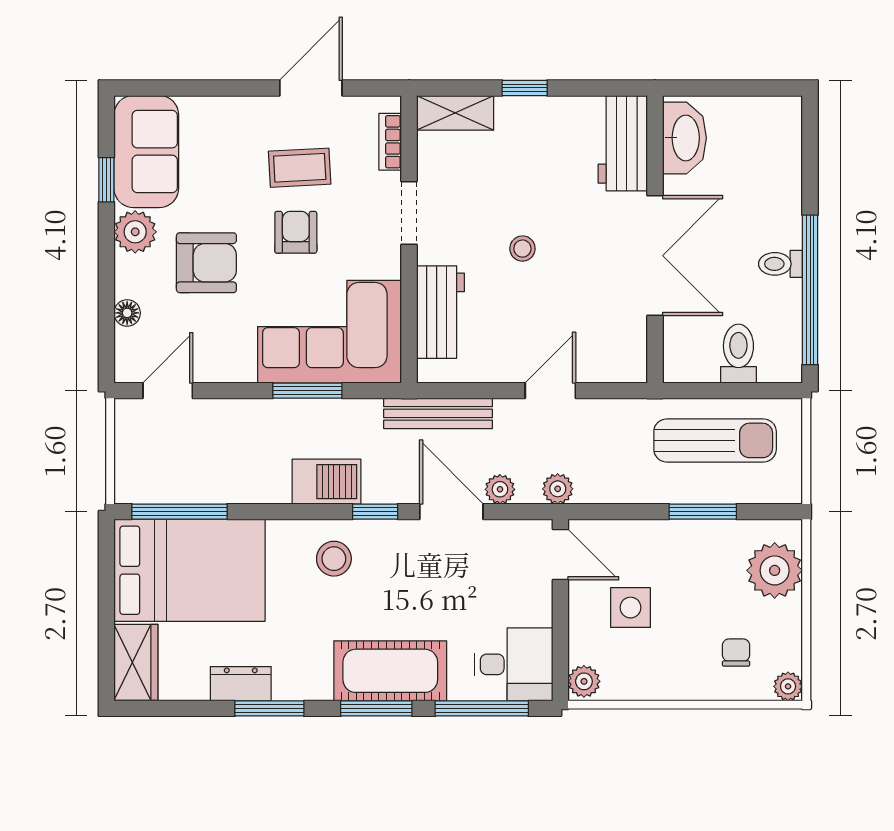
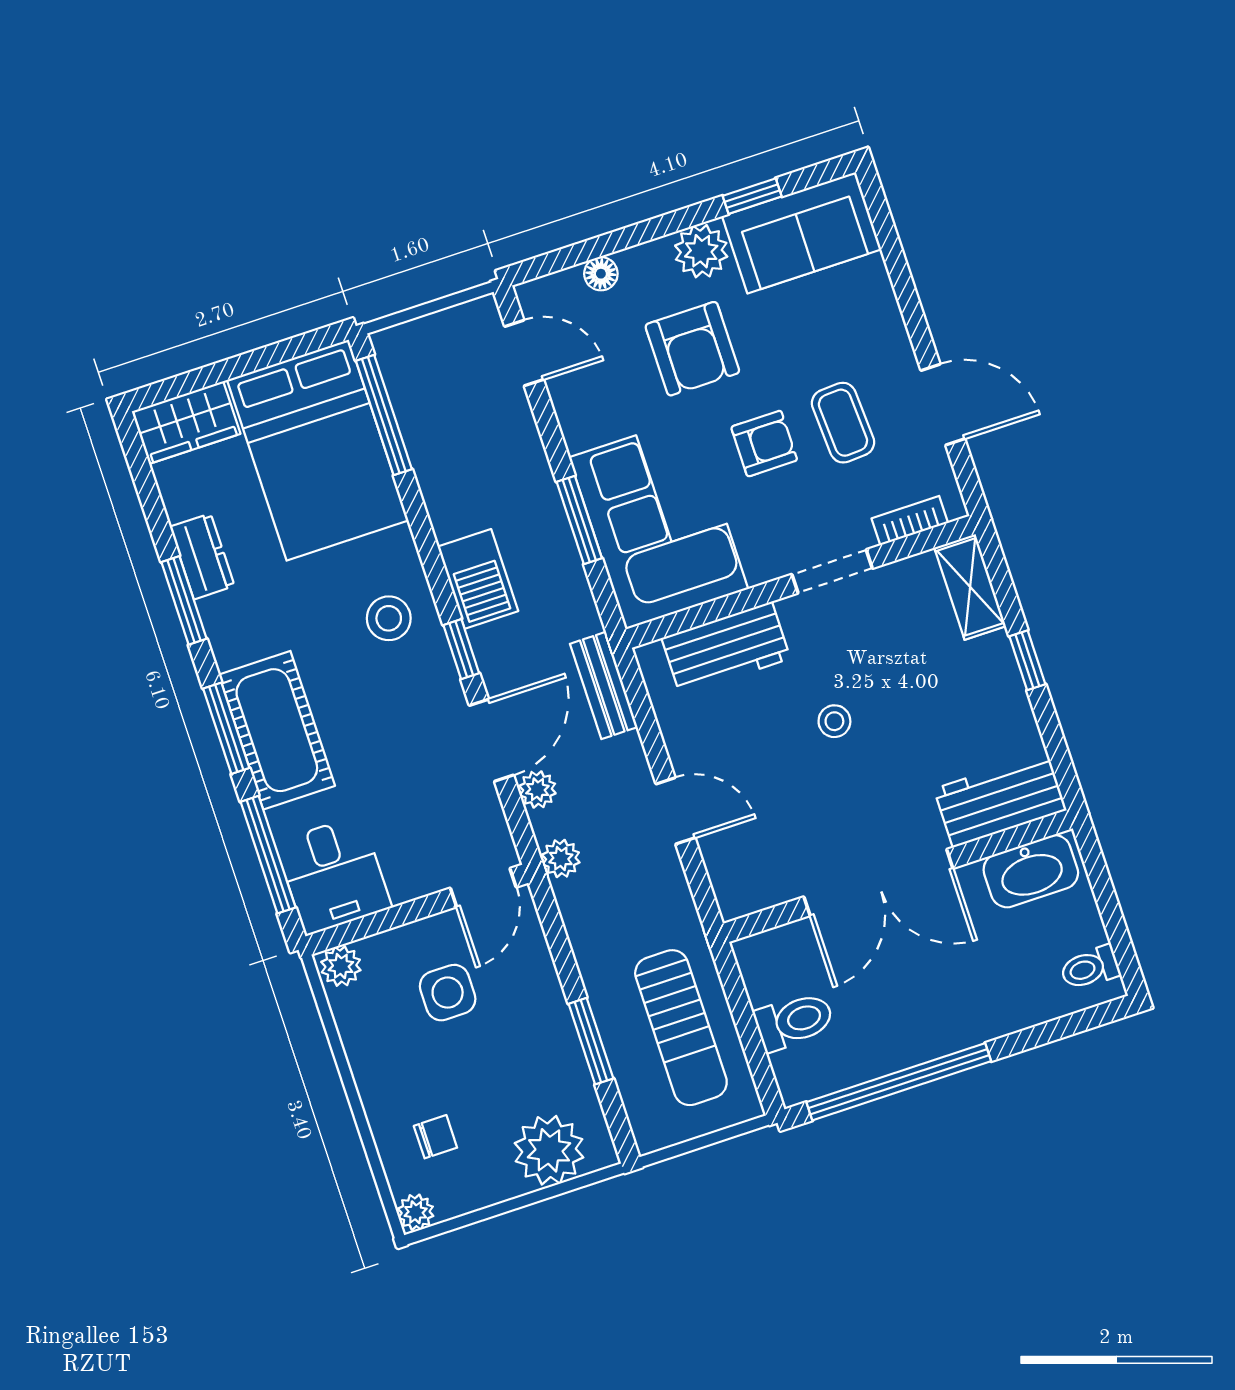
toilet: (781, 264) -> (1090, 968), moved, turned -90
bench: (438, 413) -> (604, 685), width x0.73

